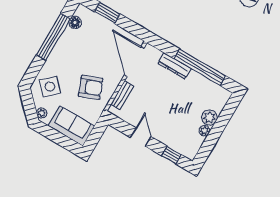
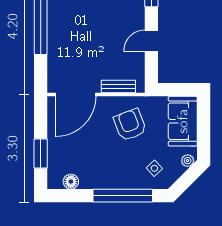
window: (53, 37) -> (123, 196), moved
dresser: (175, 66) -> (55, 49), removed
side table: (50, 87) -> (154, 168), width x0.54, depth x0.54

